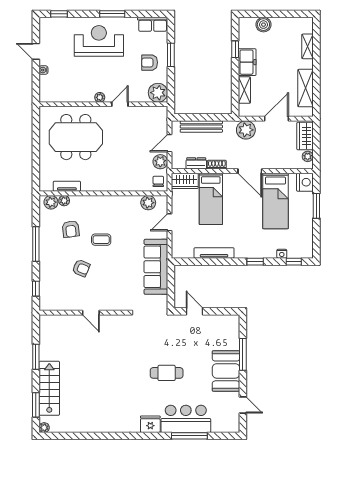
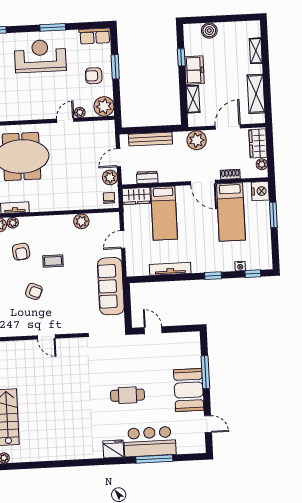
plant: (100, 97) -> (80, 112), moved
shoe rack: (217, 165) -> (230, 174), moved
plant: (148, 203) -> (81, 221), moved

